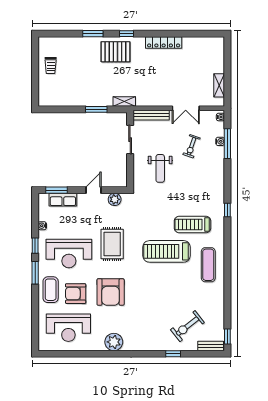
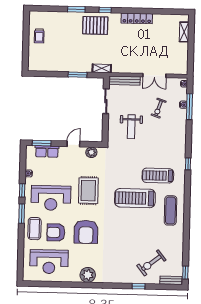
shelving: (219, 85) -> (184, 32), moved

